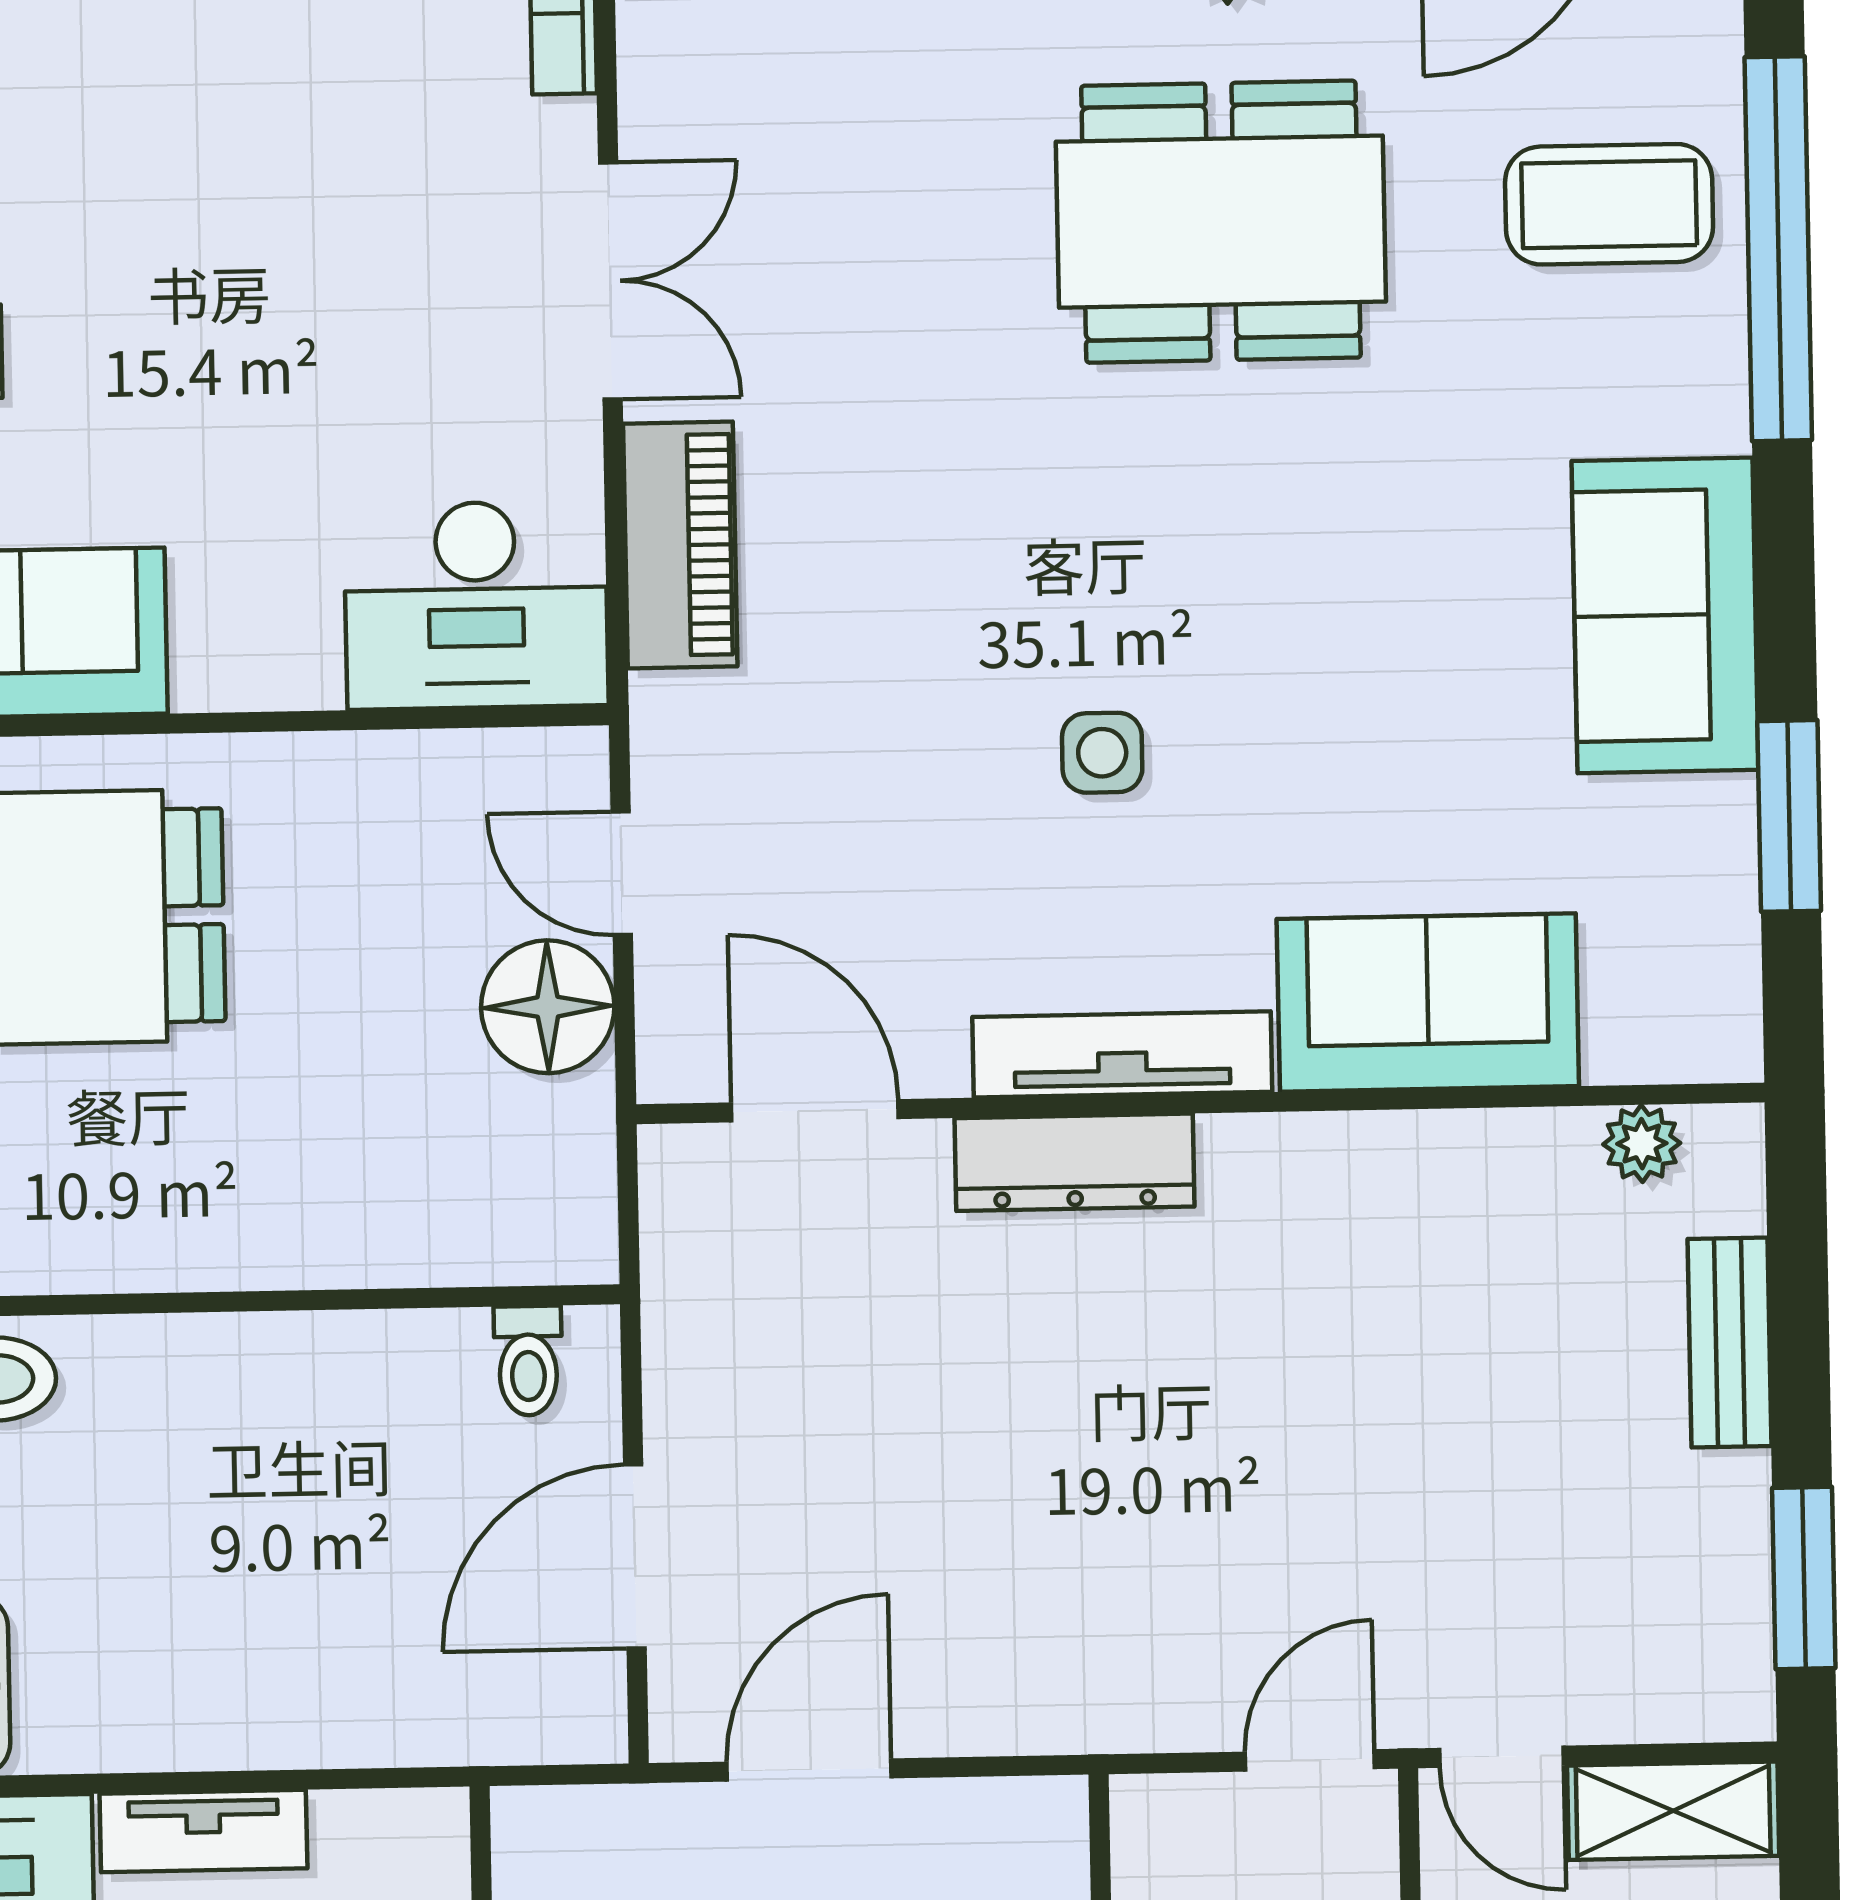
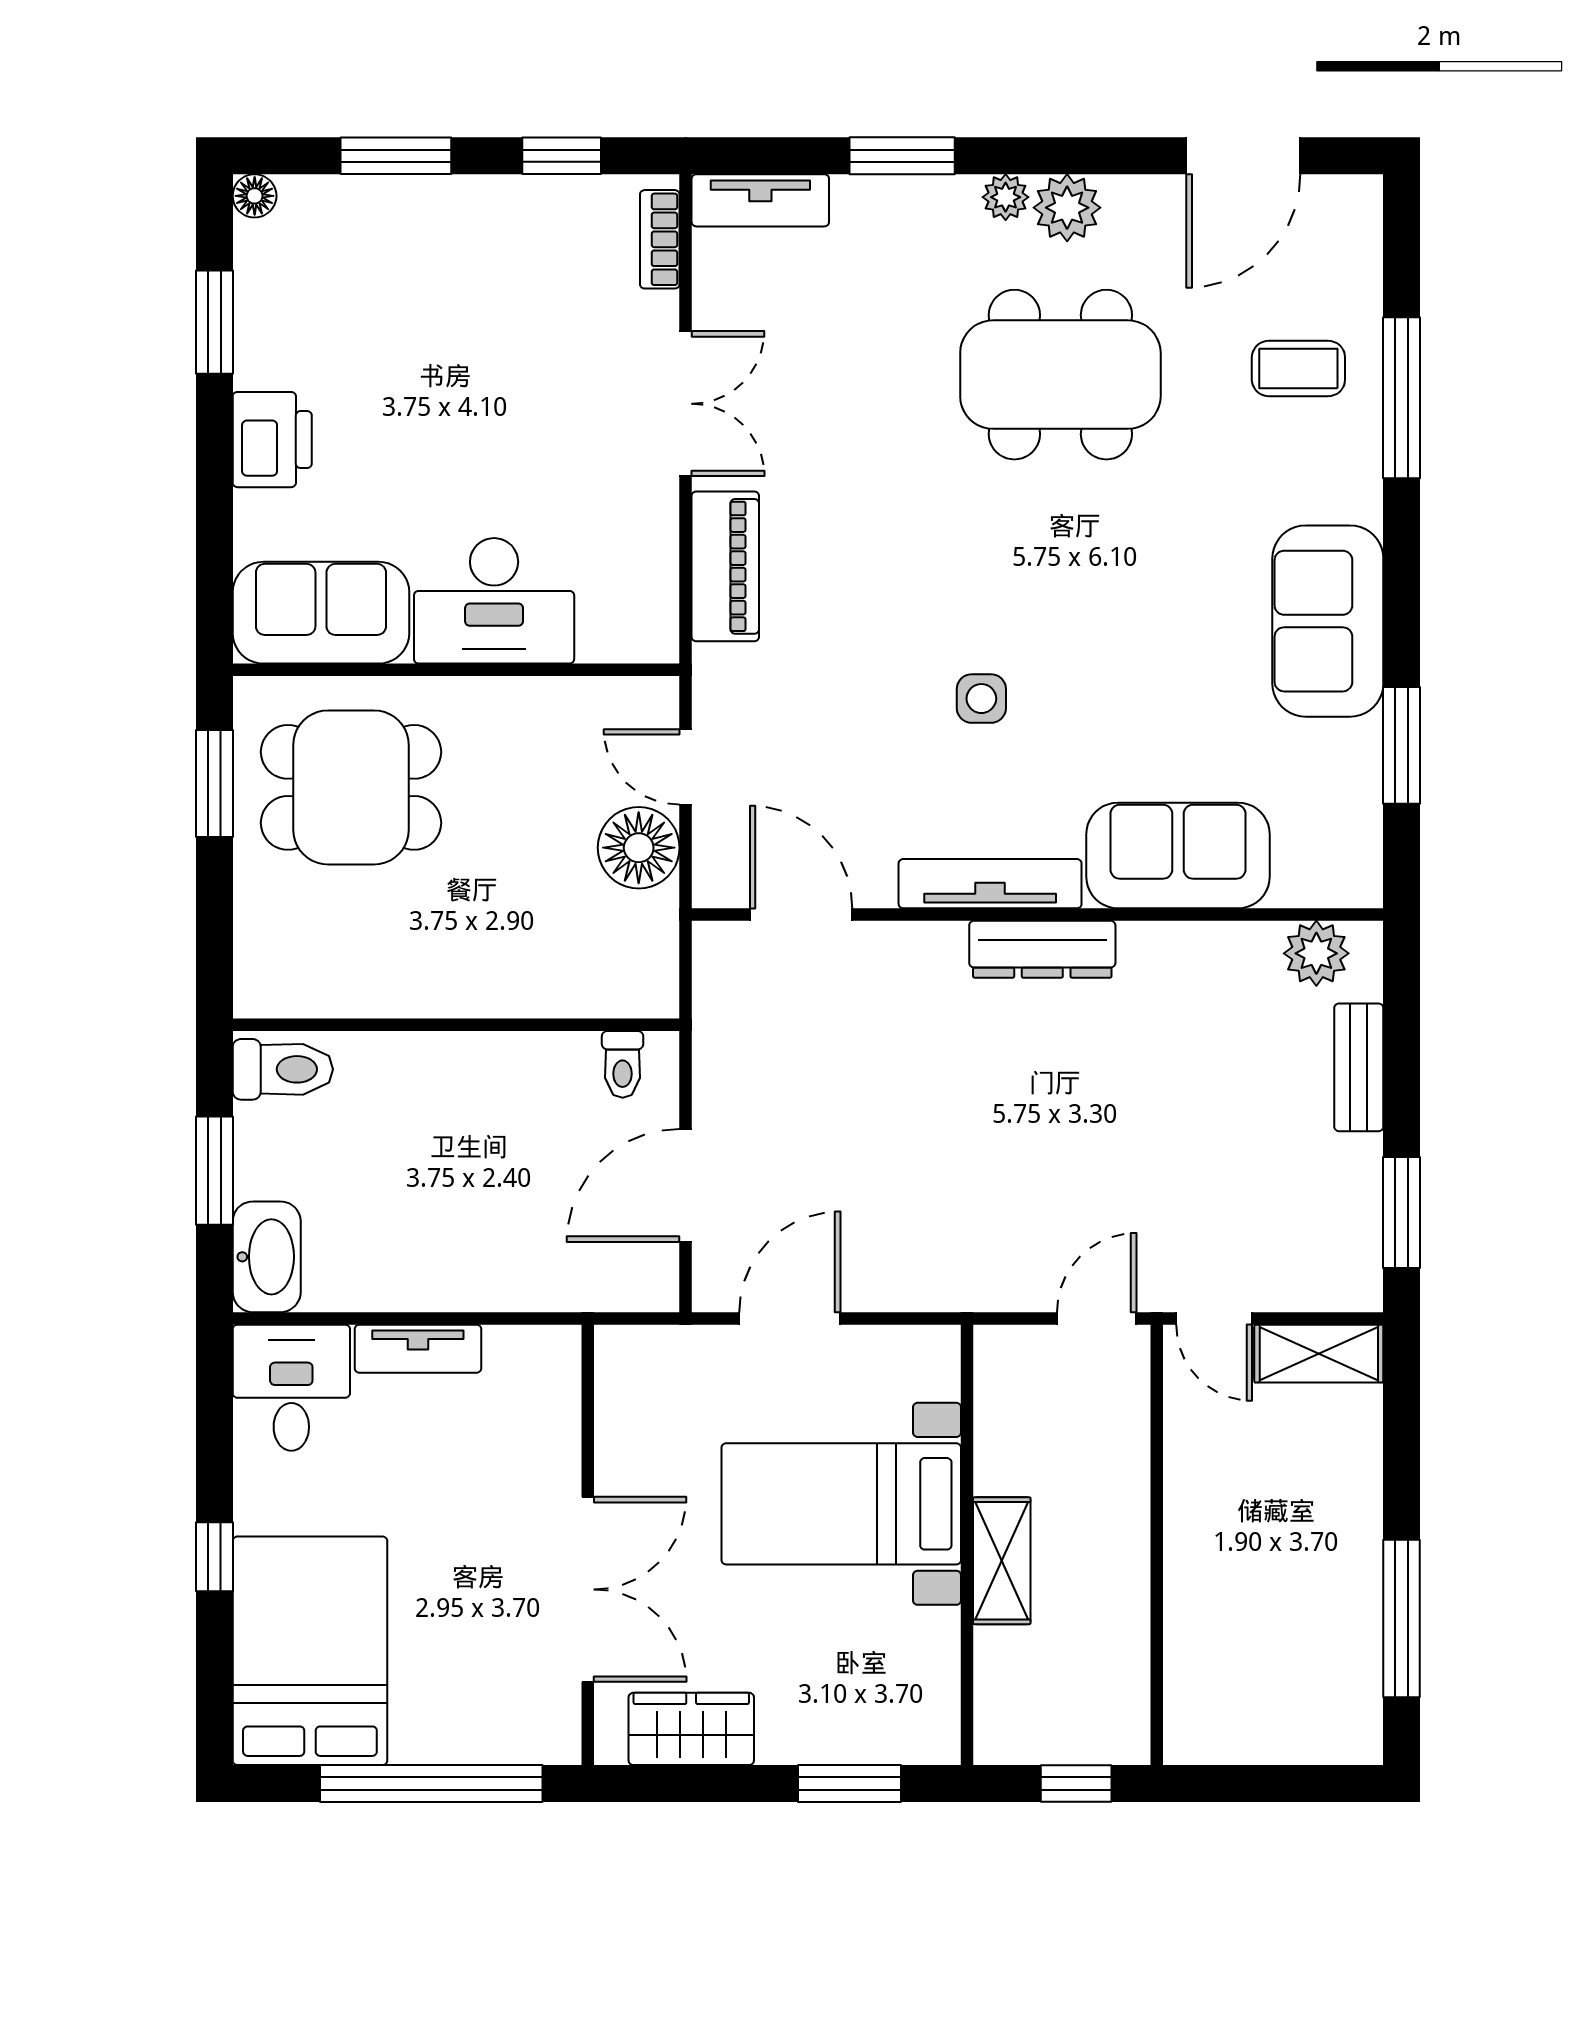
coffee table: (1609, 204) -> (1298, 368), width x0.73, depth x0.77
window: (1778, 249) -> (1402, 398), width x0.68
desk: (476, 605) -> (494, 601), moved
plant: (1642, 1144) -> (1316, 953), width x1.38, depth x1.38
dresser: (1074, 1162) -> (1042, 949), moved

